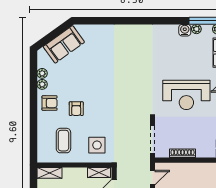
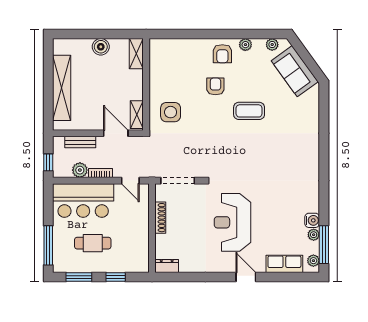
plant: (42, 73) -> (272, 45), moved
armchair: (76, 109) -> (215, 86), turned 90
coffee table: (63, 141) -> (249, 111), moved

